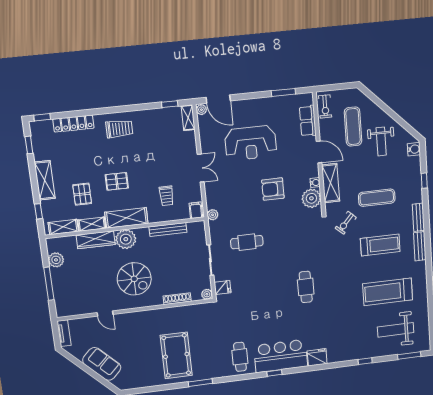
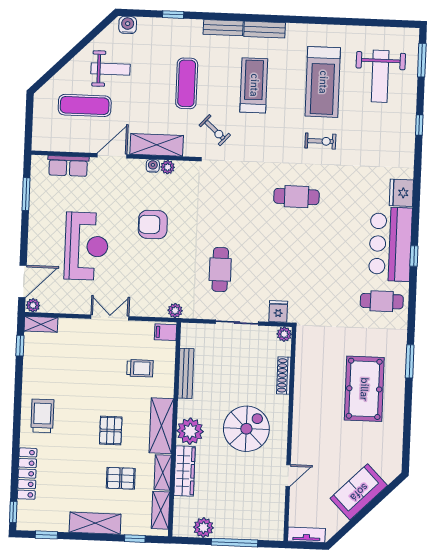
exercise bike: (325, 106) -> (320, 141), moved
armchair: (273, 189) -> (153, 225), turned 90
plant: (311, 198) -> (168, 167), width x0.53, depth x0.53
pool table: (176, 355) -> (364, 389), turned 90

